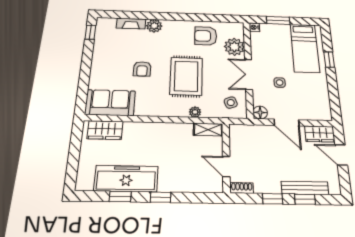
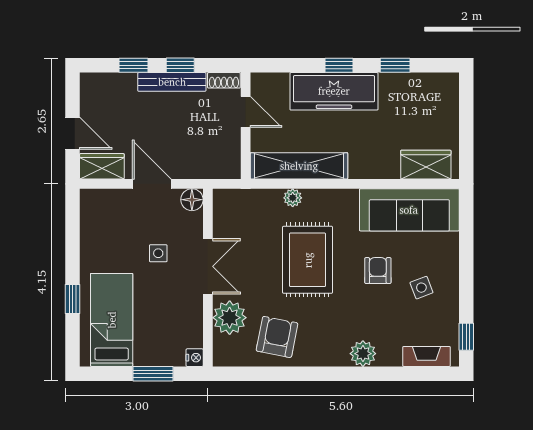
fireplace: (131, 24) -> (427, 356), moved
armchair: (206, 36) -> (277, 337), turned -79
sofa: (110, 103) -> (409, 210), width x1.36
side table: (231, 103) -> (421, 288), moved
shelving: (208, 130) -> (299, 166), width x2.20, depth x1.33
freezer: (126, 179) -> (334, 91), moved
bench: (305, 188) -> (172, 82), moved

